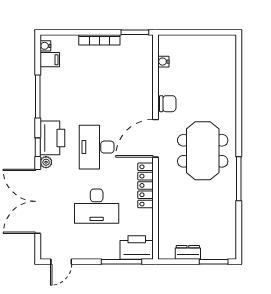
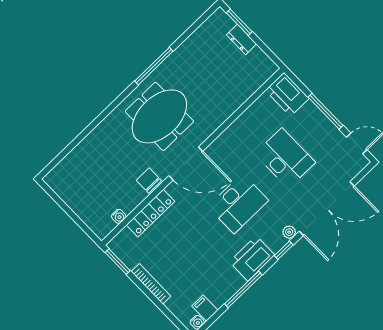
printer: (52, 138) -> (252, 258), moved
locker: (145, 185) -> (151, 213), moved
dresser: (188, 252) -> (242, 39), moved
window: (121, 262) -> (326, 111), moved

